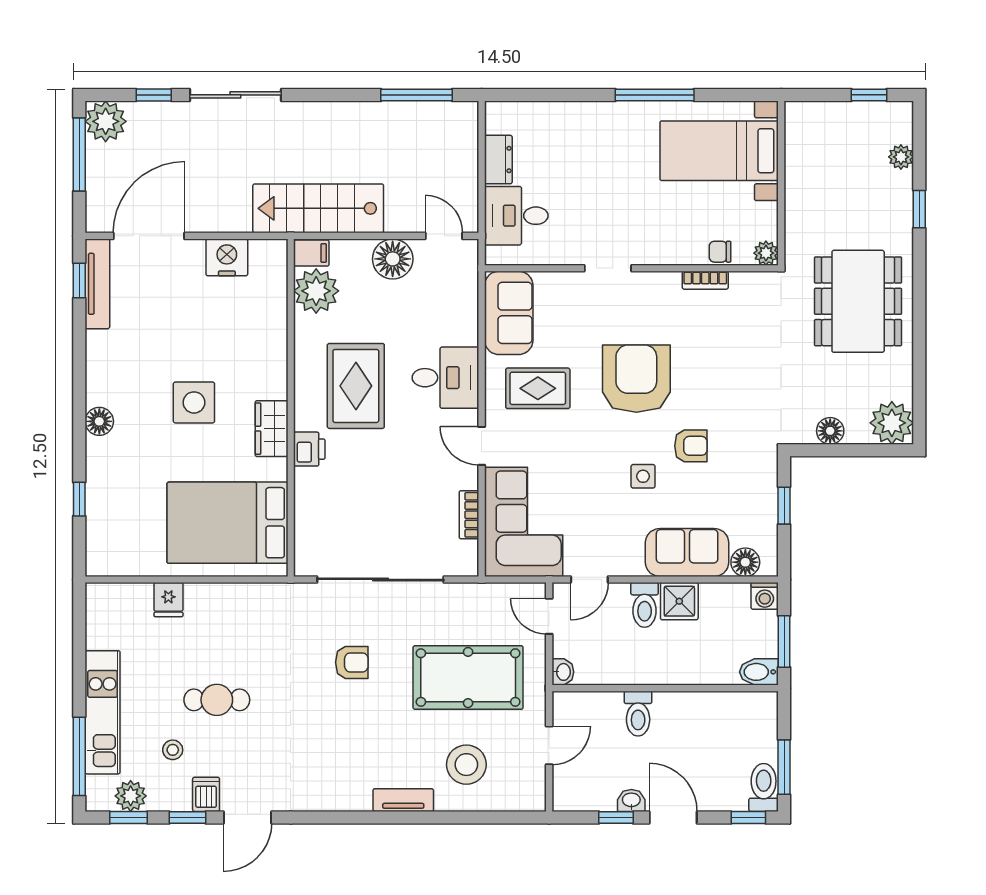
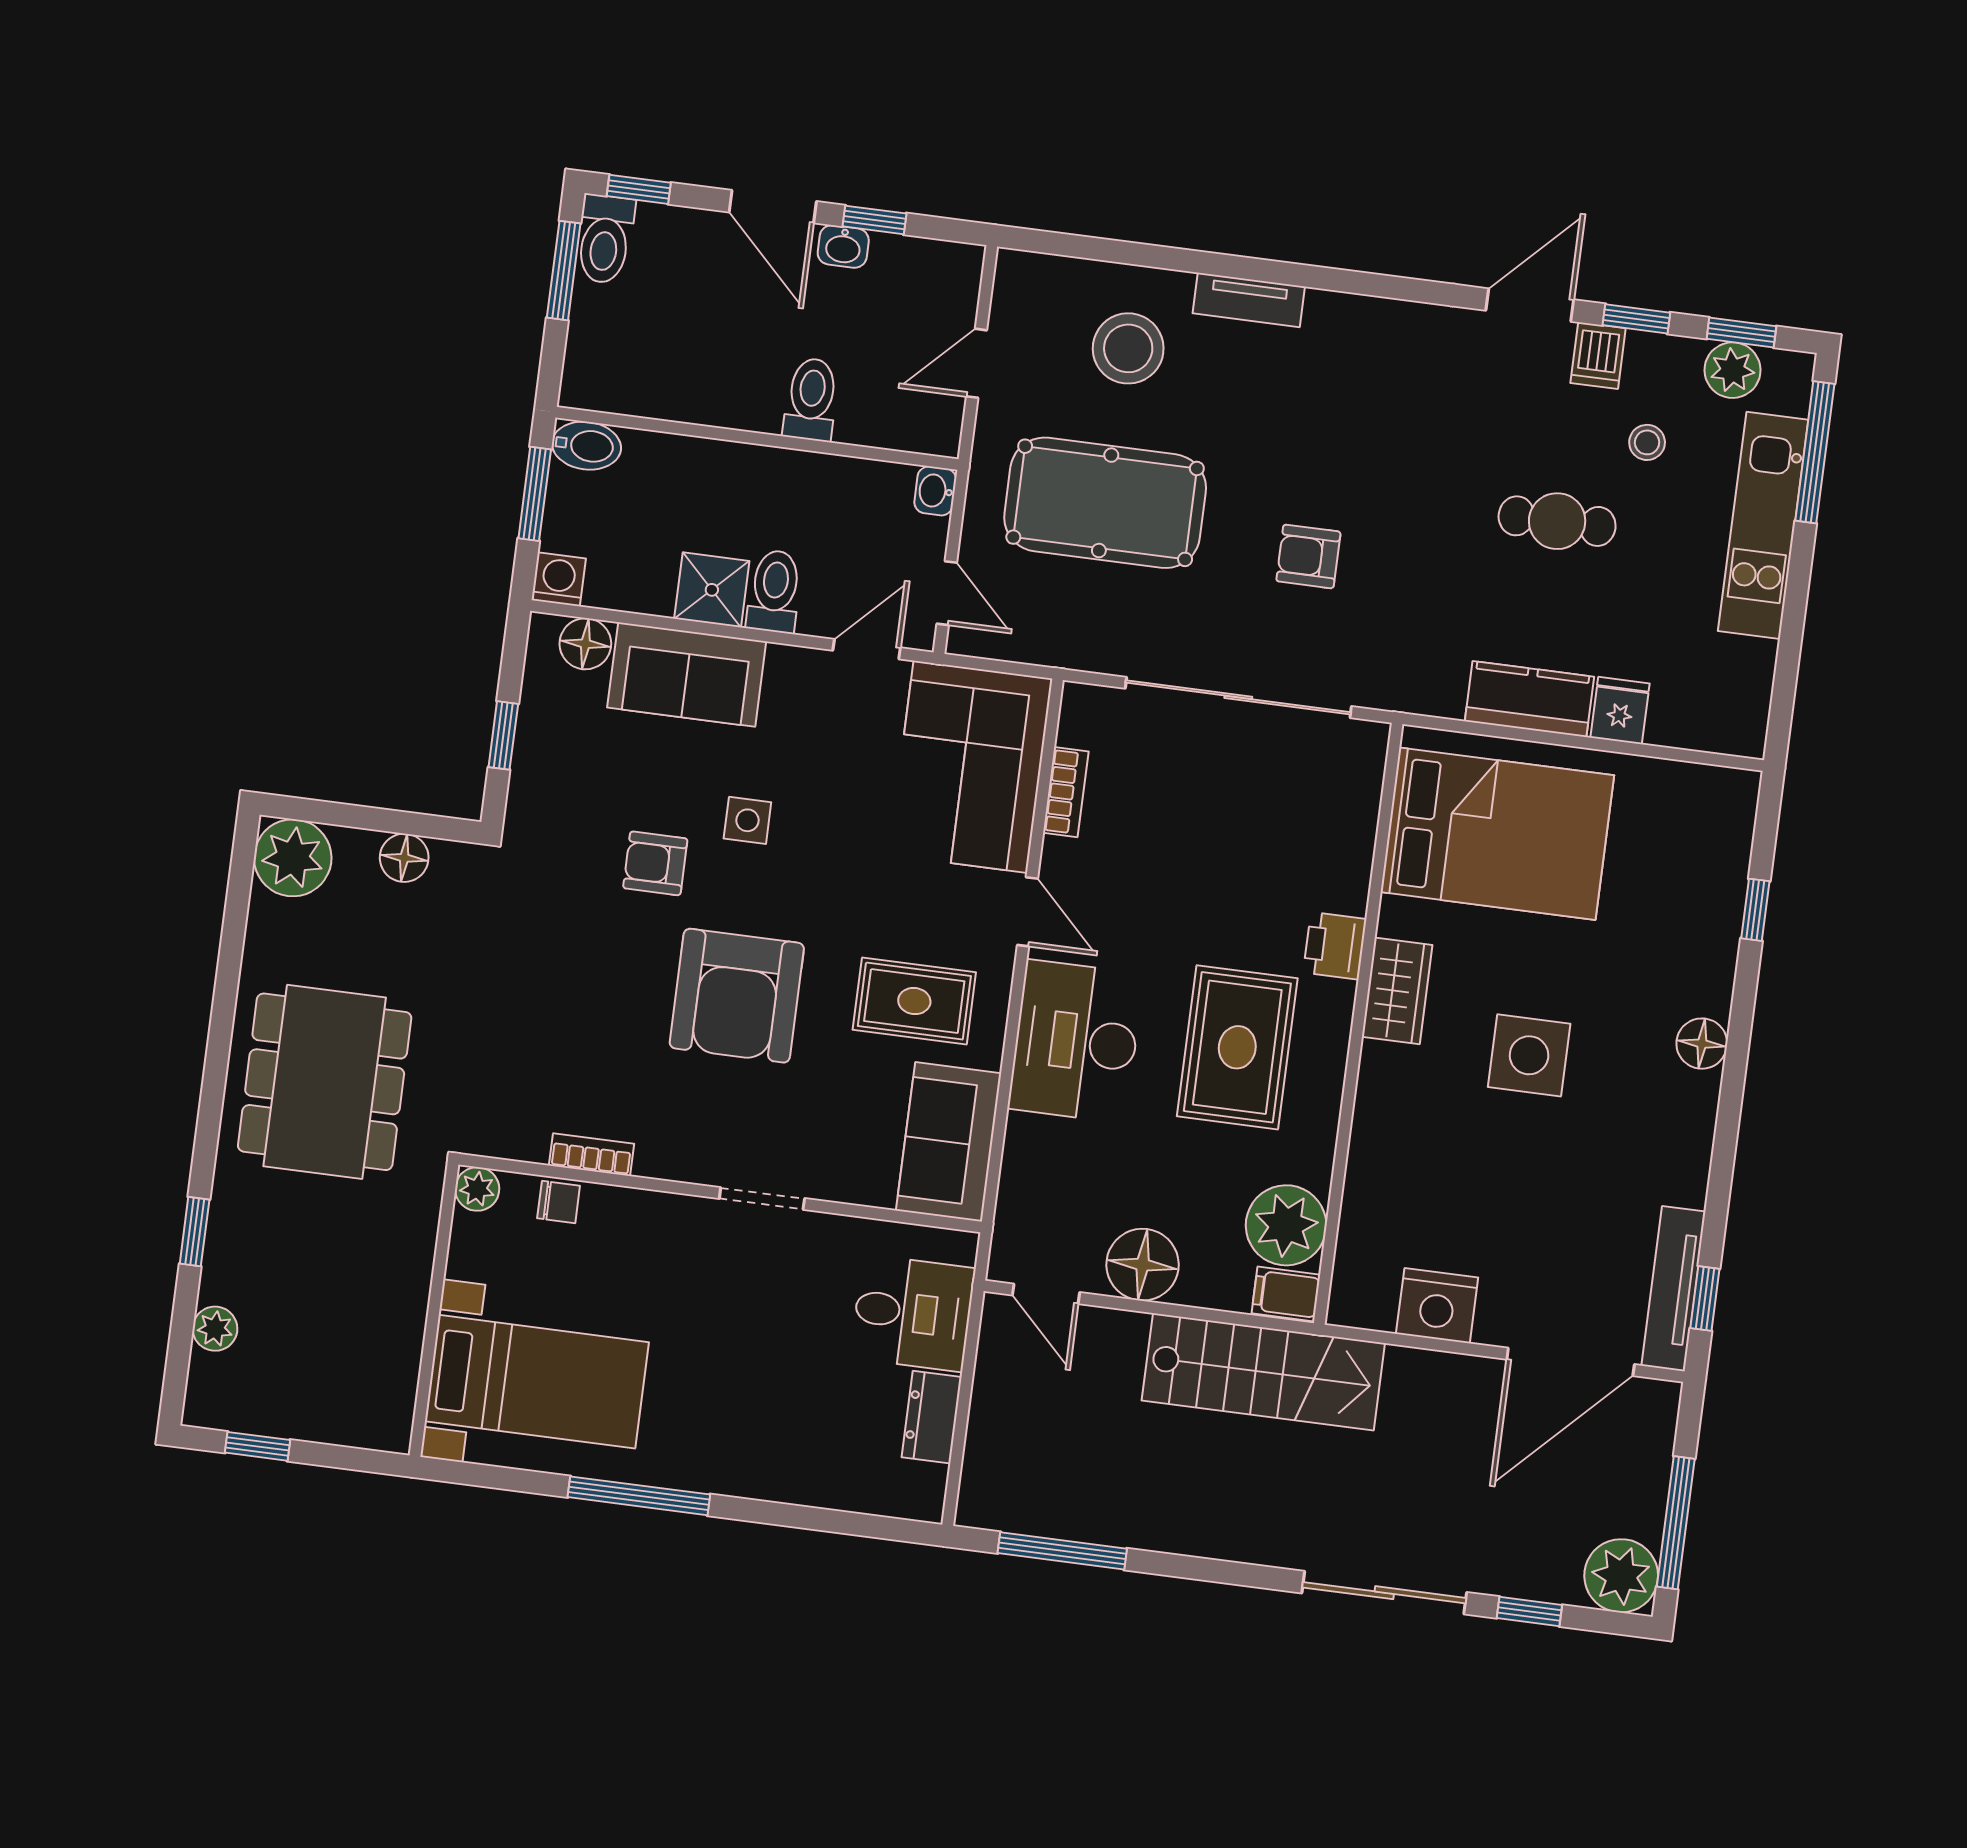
desk: (446, 378) -> (1076, 1041), width x1.37
kitchen counter: (219, 600) -> (1529, 699), added

